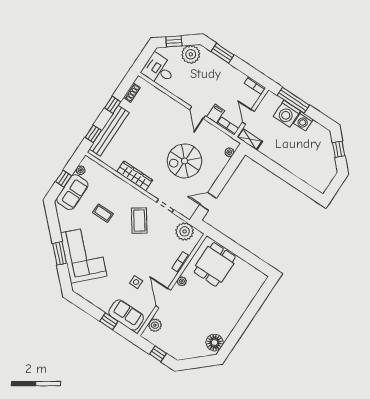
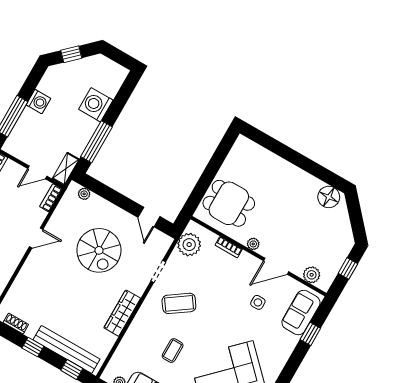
filing cabinet: (216, 114) -> (36, 215), removed
washing machine: (287, 114) -> (96, 105), moved, turned 180
window: (269, 164) -> (96, 142), added

